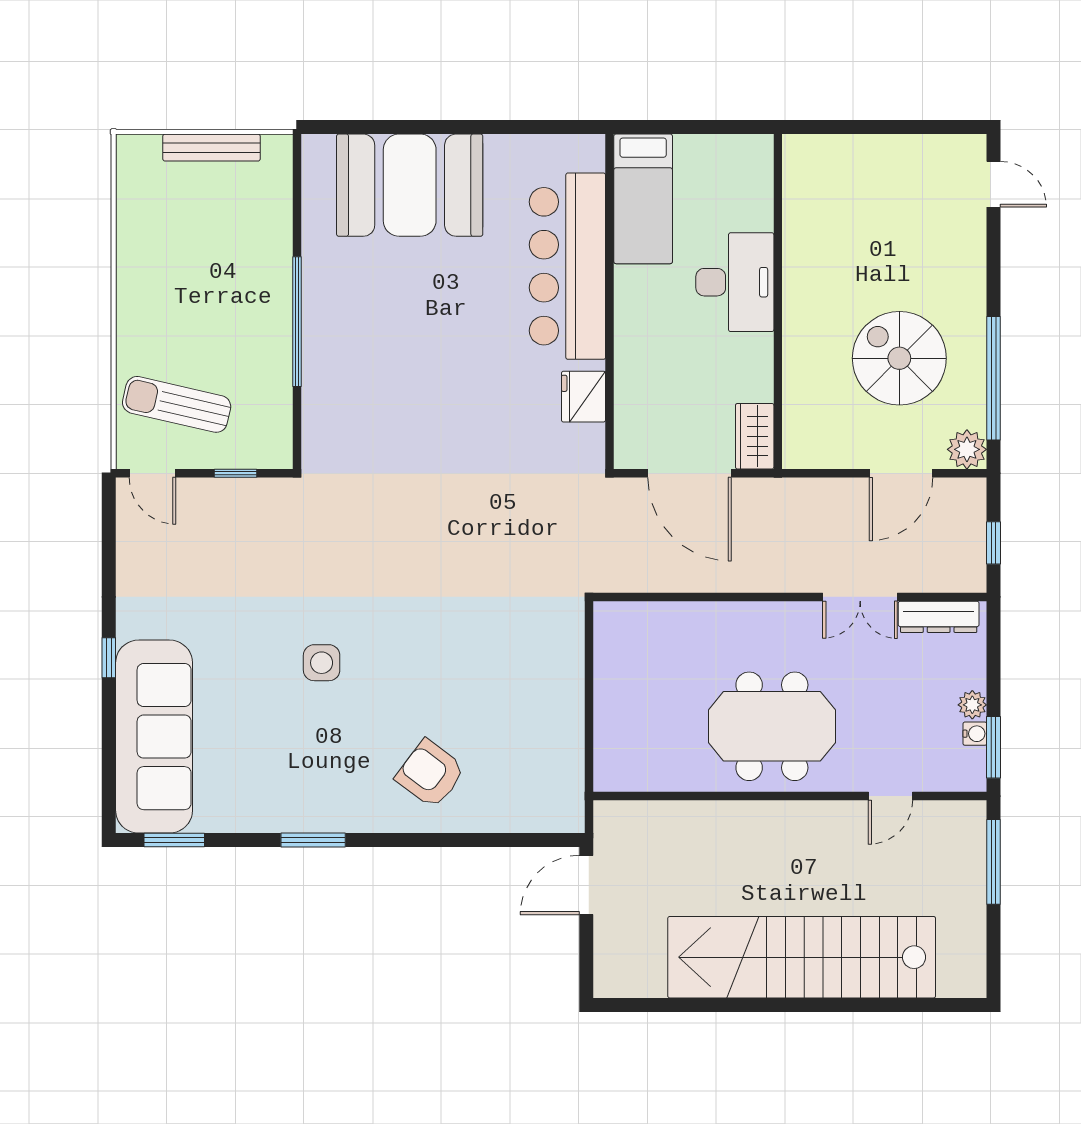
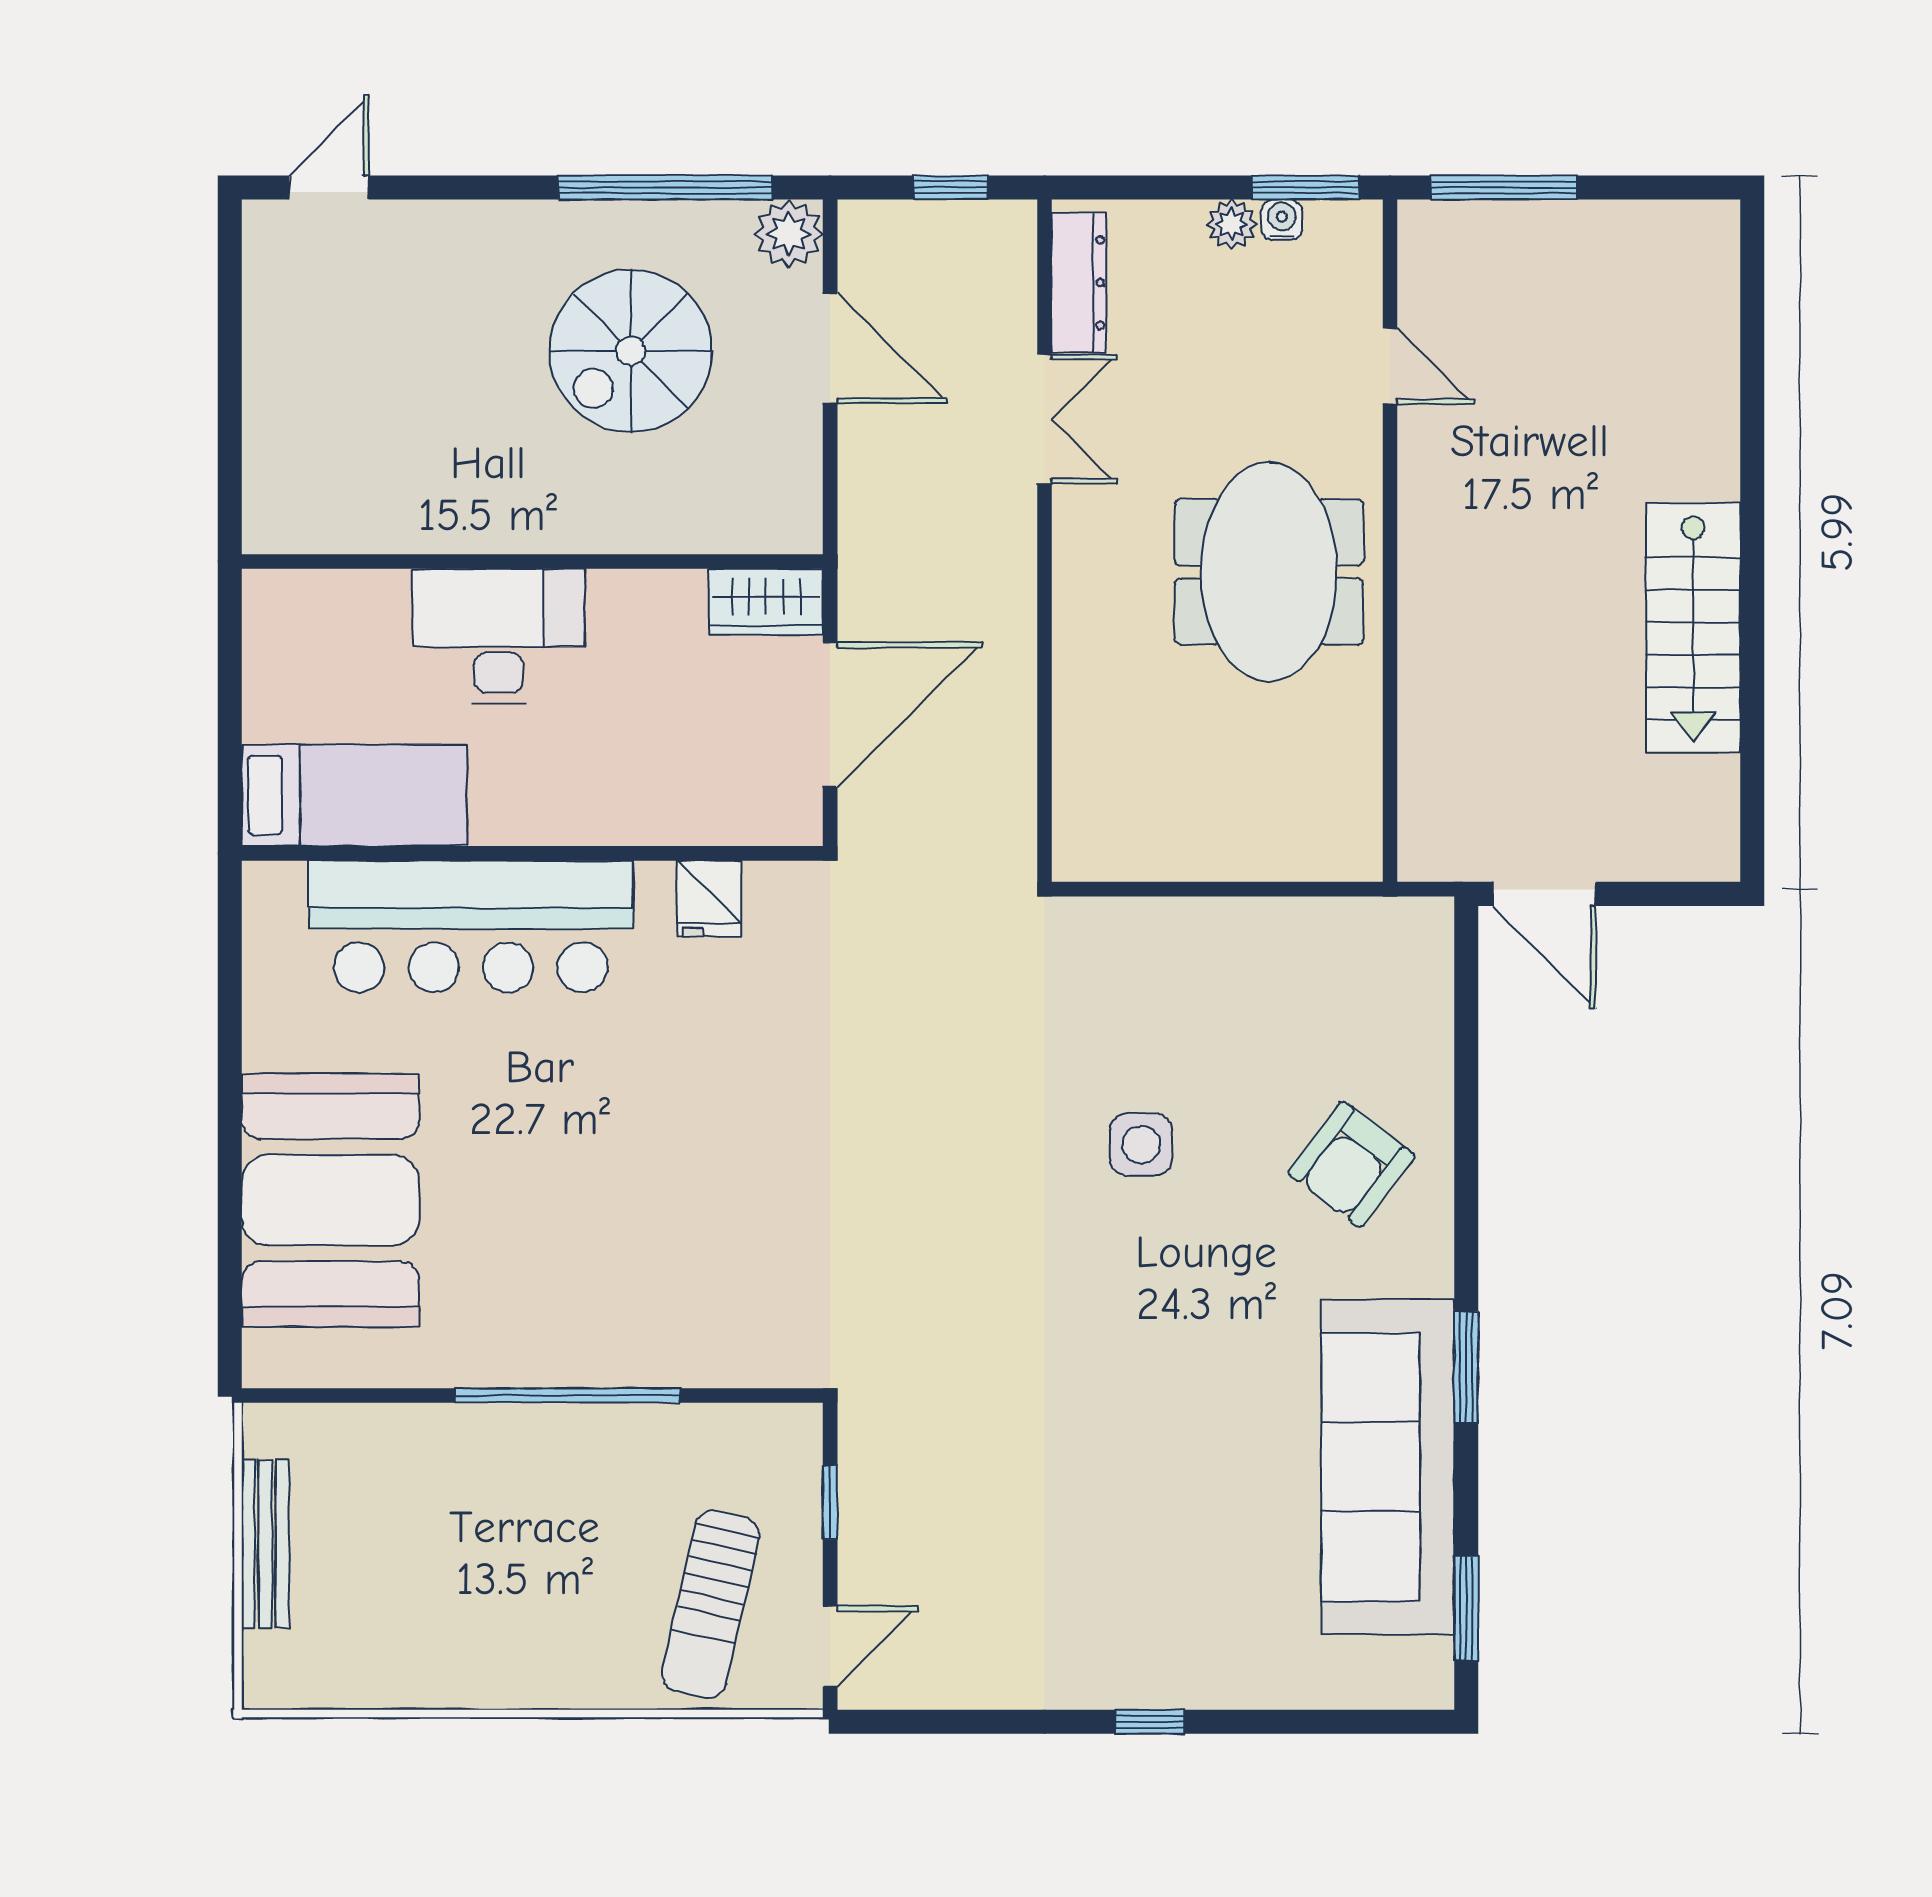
fridge: (583, 397) -> (709, 899), width x0.72
side table: (322, 663) -> (1141, 1145), moved
sofa: (154, 737) -> (1388, 1467), moved, turned -90
stairs: (802, 957) -> (1693, 628), width x0.54, depth x0.66

